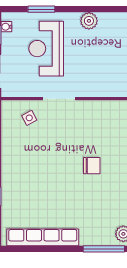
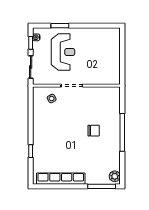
plant: (89, 21) -> (92, 33), removed
reception desk: (46, 49) -> (63, 52), turned 180

